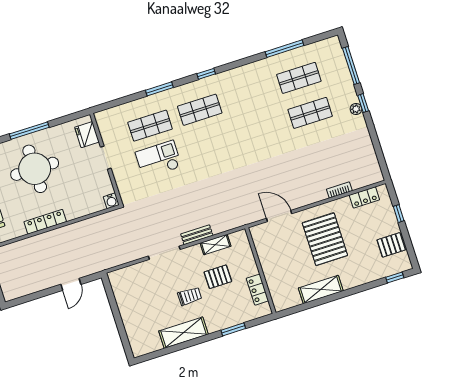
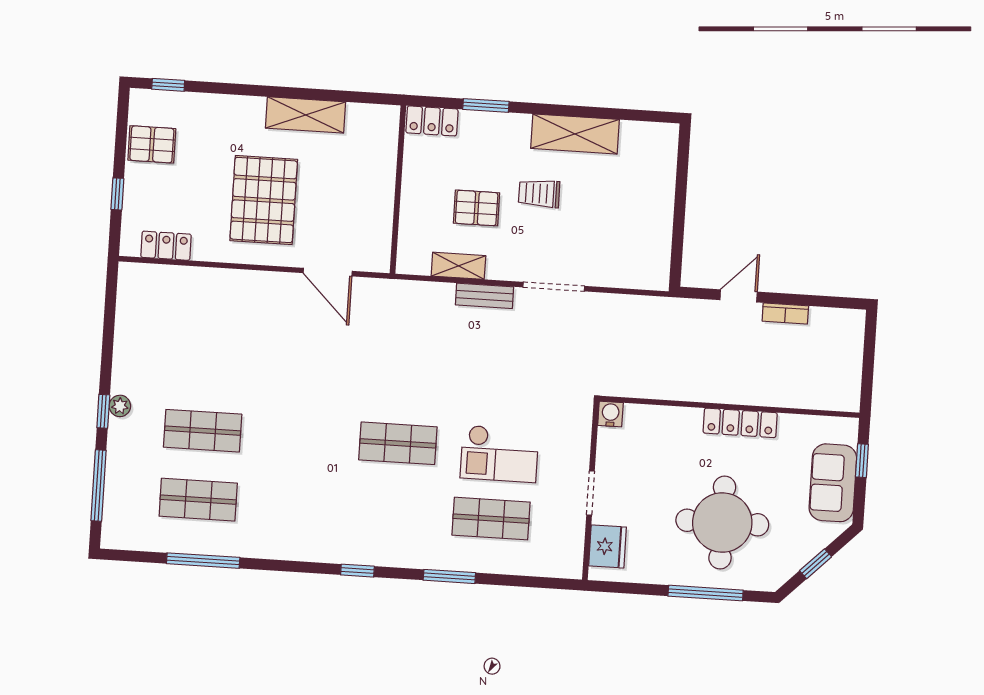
shop shelf: (200, 110) -> (398, 443), moved
bookcase: (339, 190) -> (785, 313), moved
locker: (257, 290) -> (432, 121), moved, turned 90

